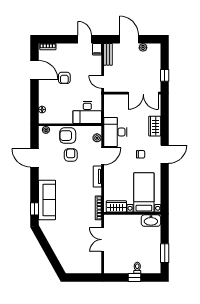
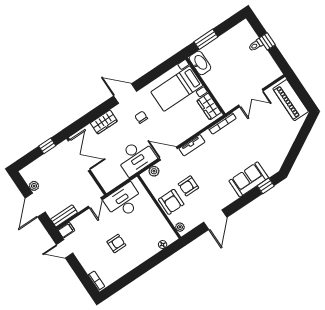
door: (85, 39) -> (65, 249), hinge flipped
door: (35, 70) -> (128, 278), removed
desk: (87, 112) -> (124, 201), moved, turned -90
sofa: (47, 200) -> (249, 179), width x0.73
window: (165, 253) -> (206, 39), moved
piano: (83, 266) -> (291, 100), added

